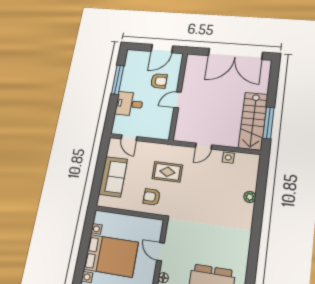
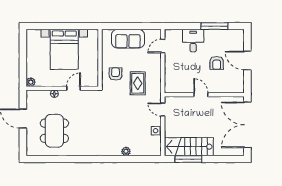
wall: (178, 96) -> (204, 95), moved
door: (178, 100) -> (201, 95), moved

